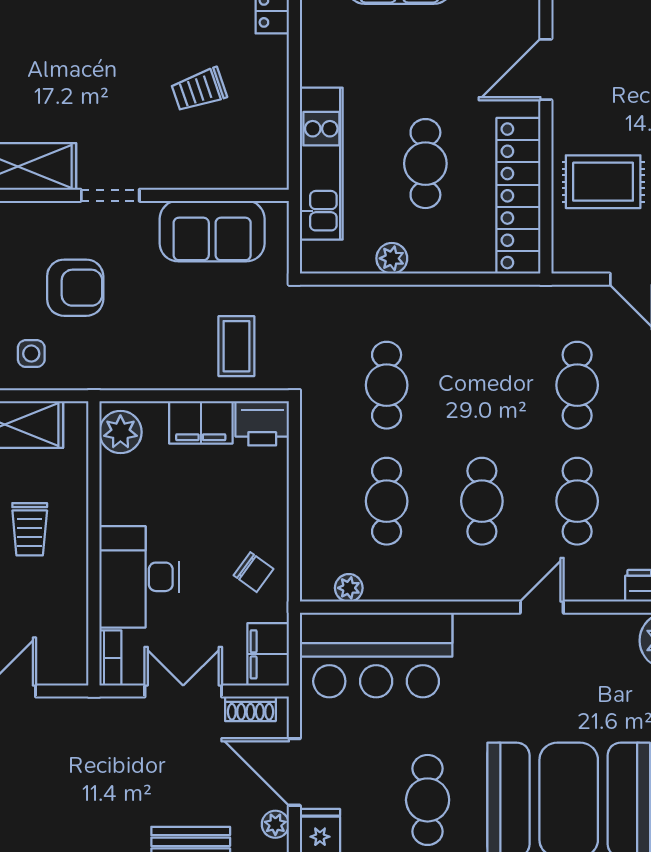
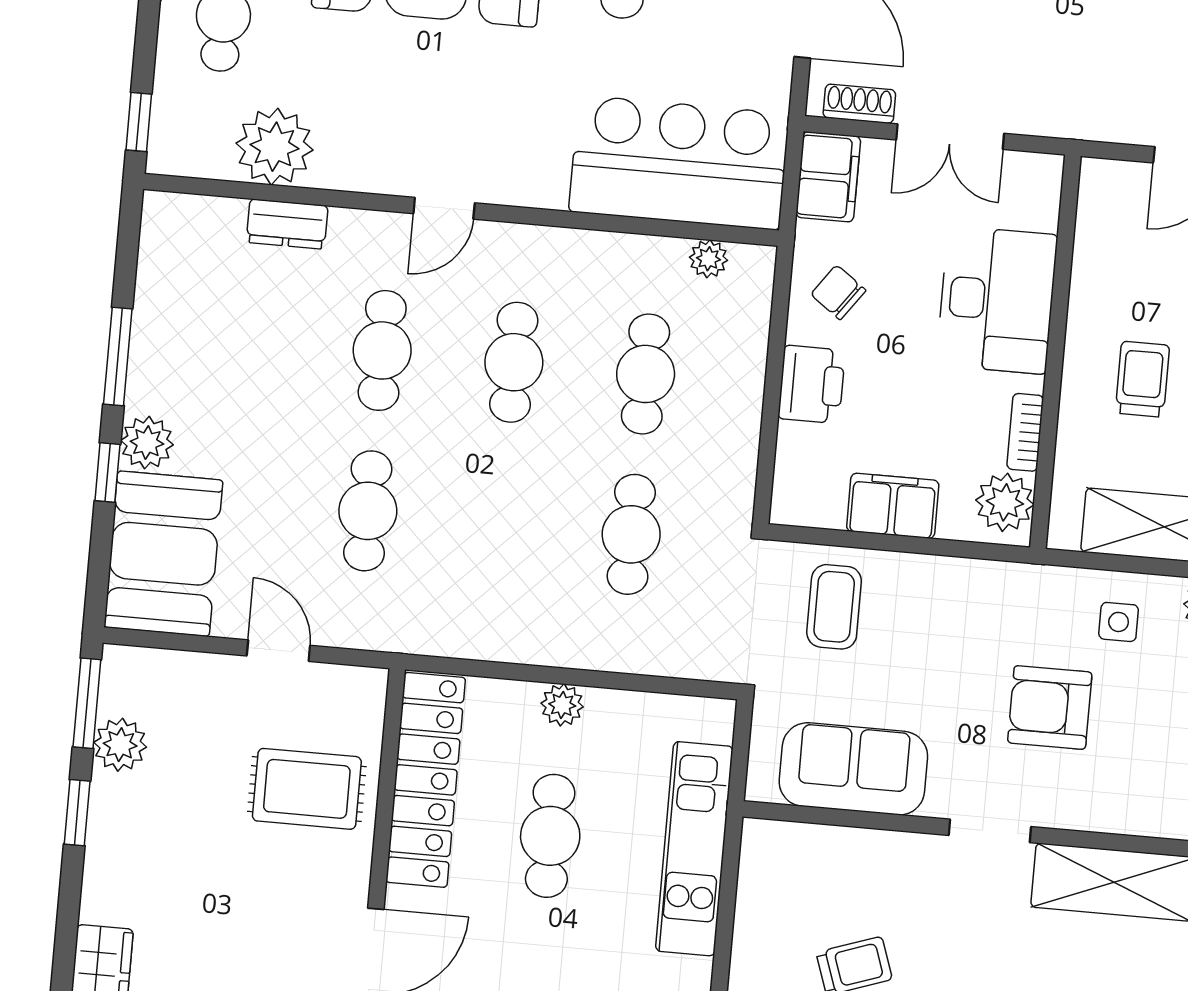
plant: (392, 258) -> (562, 705), moved
printer: (262, 423) -> (812, 384), moved, turned 90
bookcase: (110, 658) -> (1025, 432), moved

